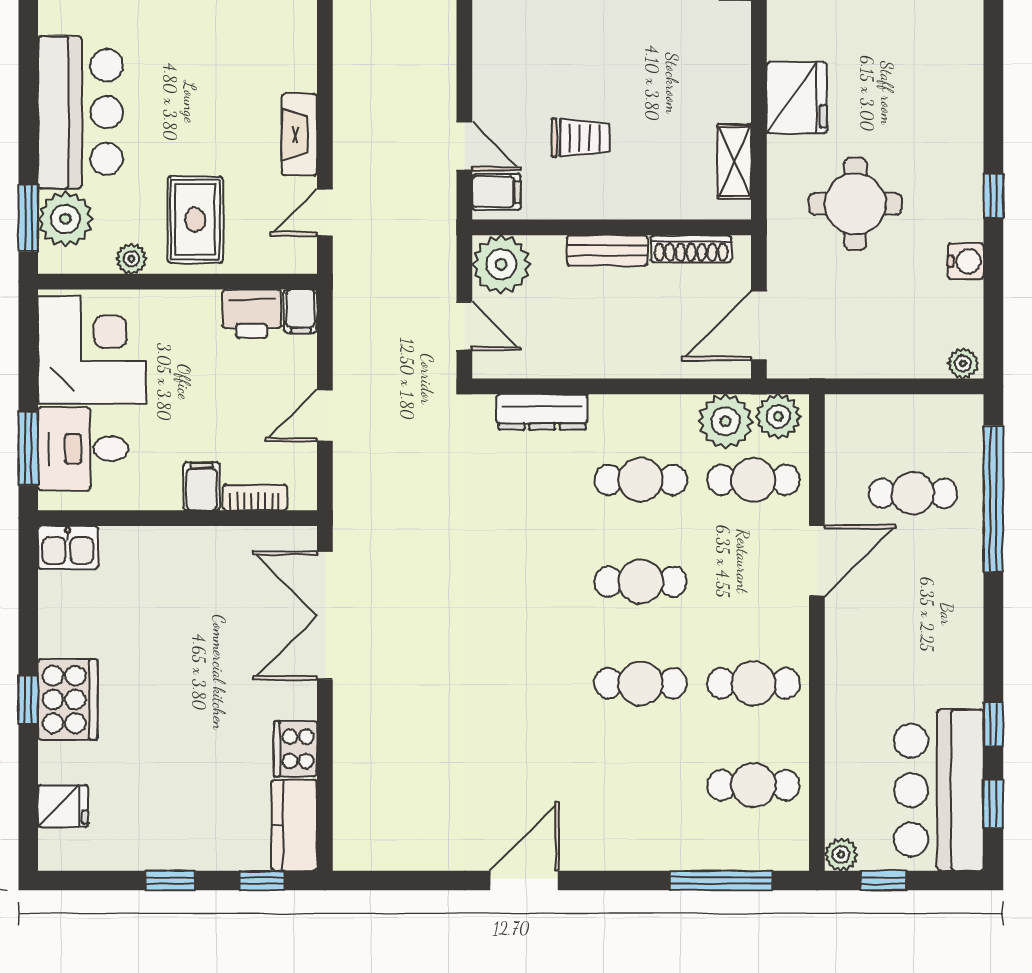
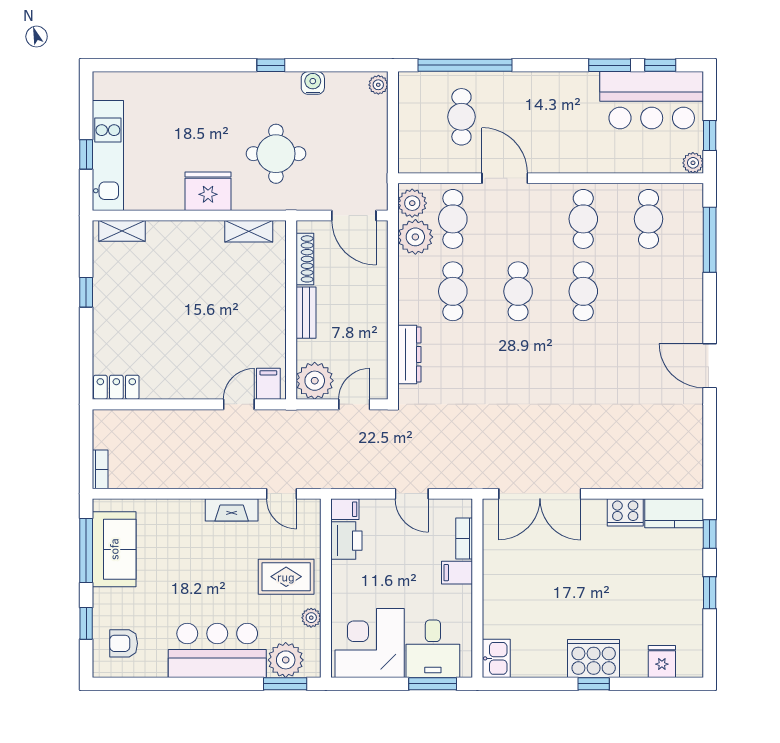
trolley: (581, 138) -> (234, 330), removed
window: (993, 724) -> (610, 65), width x1.50

